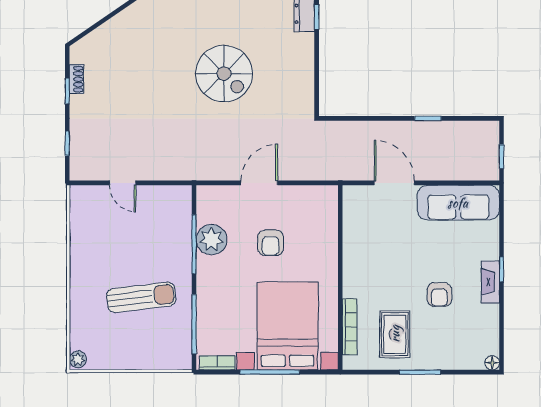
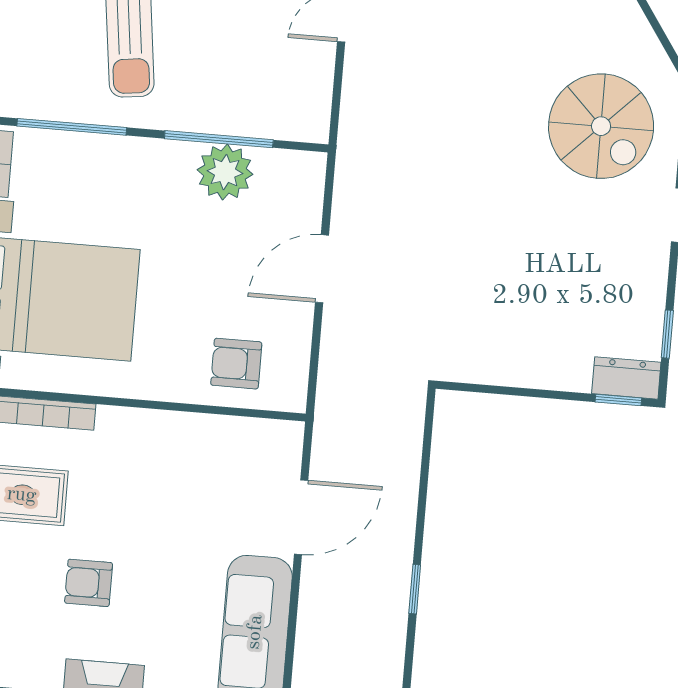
spiral stairs: (224, 74) -> (601, 126), moved, turned -90
door: (259, 183) -> (322, 269), swing flipped
armchair: (270, 243) -> (236, 364), moved

